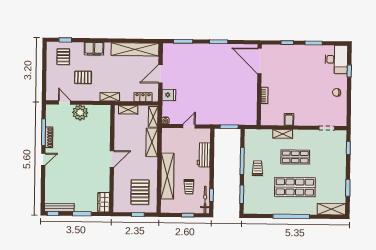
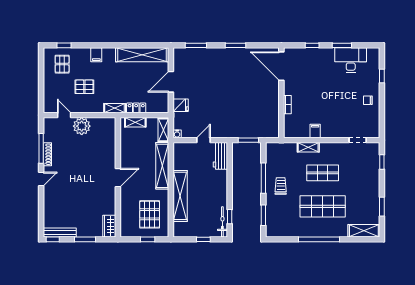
filing cabinet: (94, 49) -> (96, 55), width x0.50
desk: (336, 59) -> (351, 60), moved, turned -90
locker: (143, 97) -> (136, 108), moved
shelving: (152, 142) -> (162, 166), width x1.47
workbench: (204, 155) -> (220, 156), moved
trolley: (189, 187) -> (204, 207), removed

